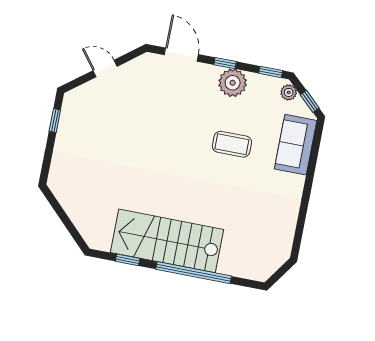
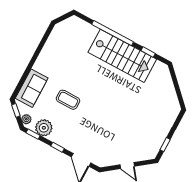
plant: (233, 83) -> (44, 128), moved

